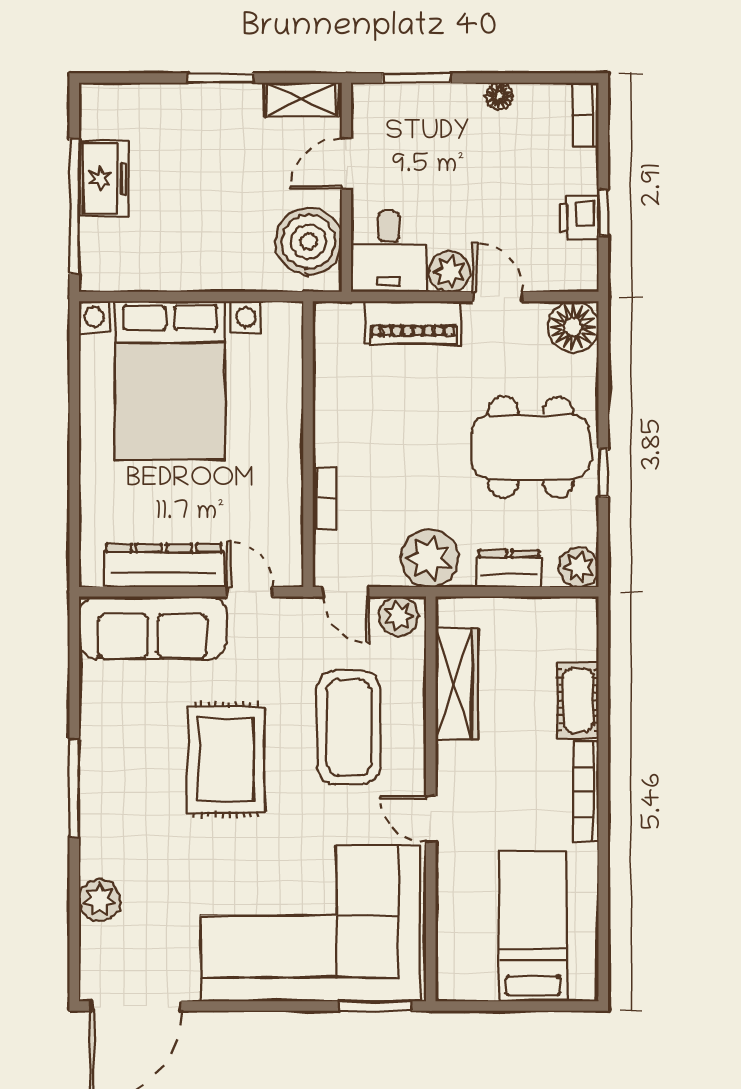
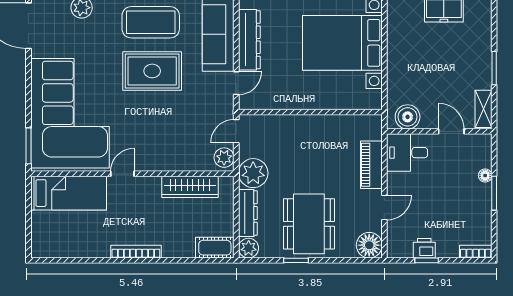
window: (417, 78) -> (494, 193), moved
floor lamp: (499, 96) -> (485, 176), moved
boiler: (308, 242) -> (408, 117), width x0.73, depth x0.73
plant: (450, 272) -> (397, 183), removed
bookcase: (325, 499) -> (283, 121), removed
dresser: (509, 569) -> (248, 213), width x1.44
cot: (578, 700) -> (215, 248), moved
coffee table: (349, 727) -> (151, 22), moved
bed: (533, 926) -> (69, 193), moved

